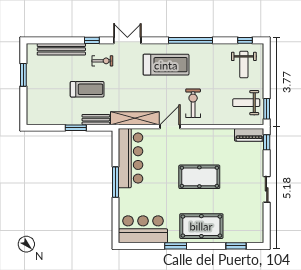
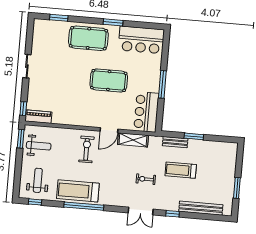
exercise bike: (102, 61) -> (146, 179), moved
treadmill: (166, 65) -> (78, 191), moved
exercise bike: (193, 103) -> (86, 149), turned 180
shelving: (135, 118) -> (133, 140), width x0.68
bar counter: (131, 158) -> (146, 112), width x0.73
pool table: (199, 177) -> (109, 81), moved

